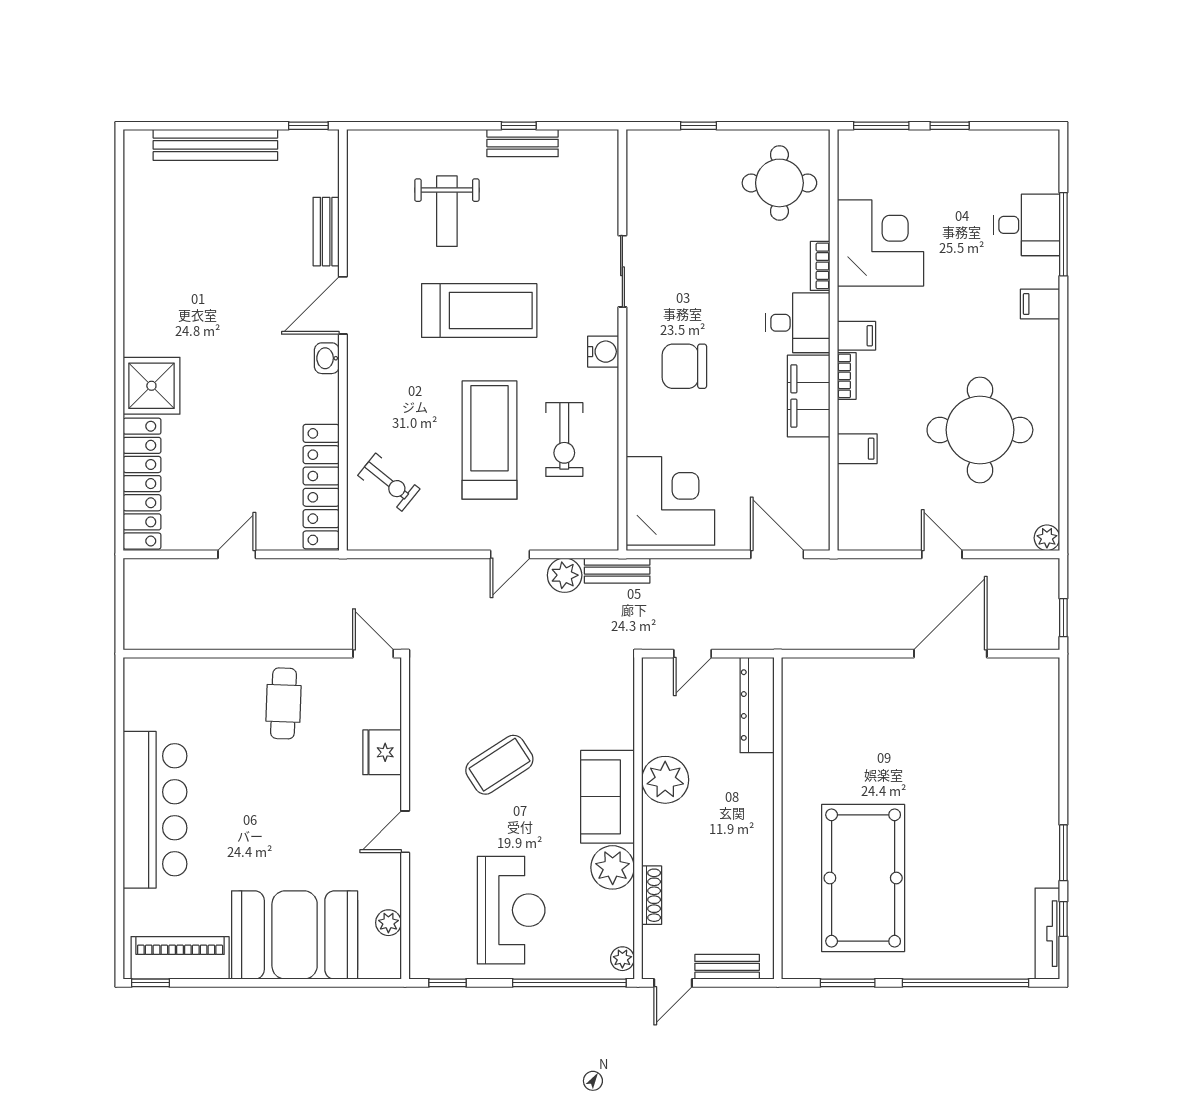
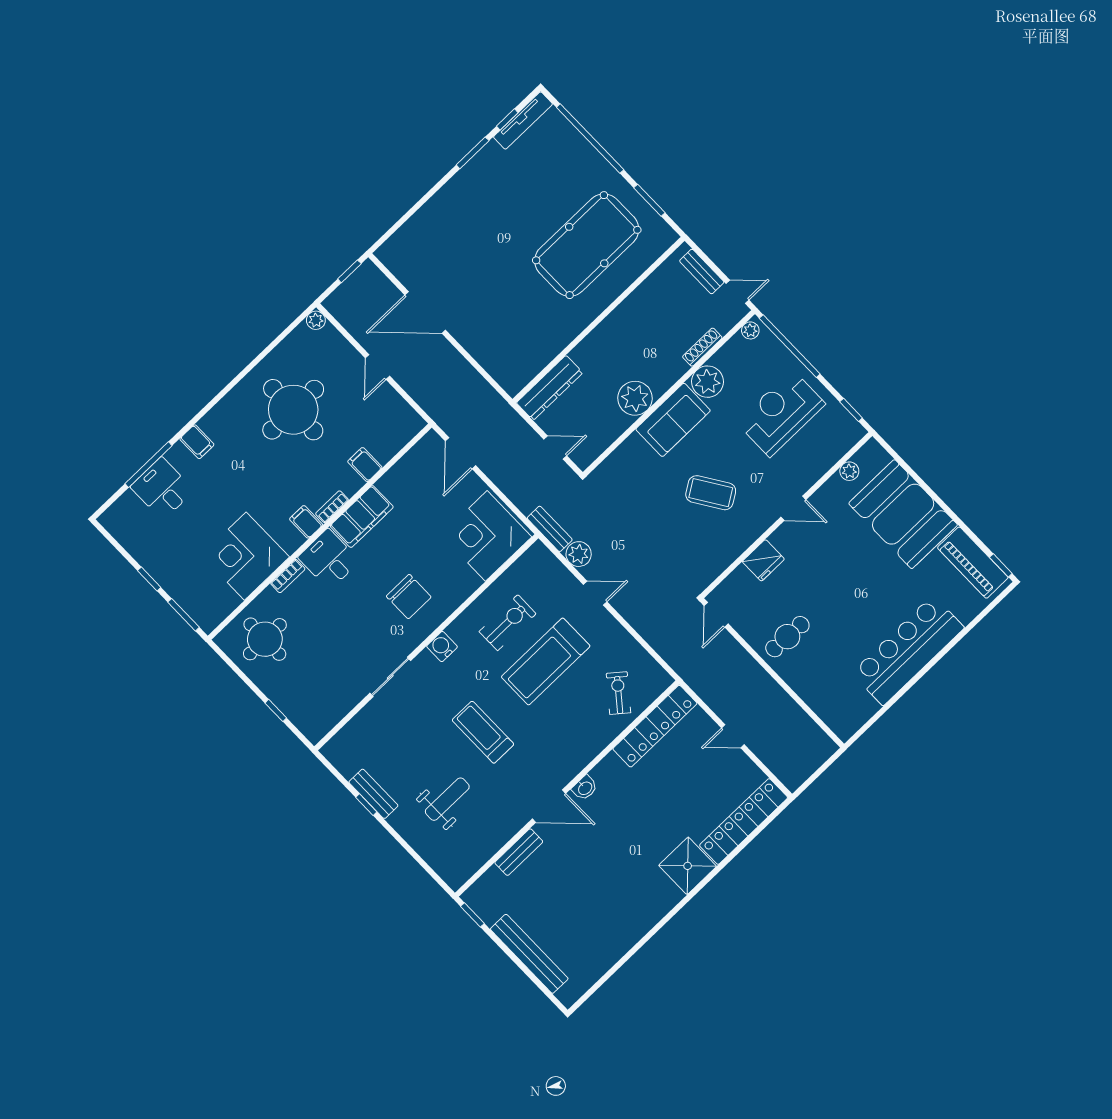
treadmill: (479, 310) -> (483, 732), width x0.73, depth x0.73

